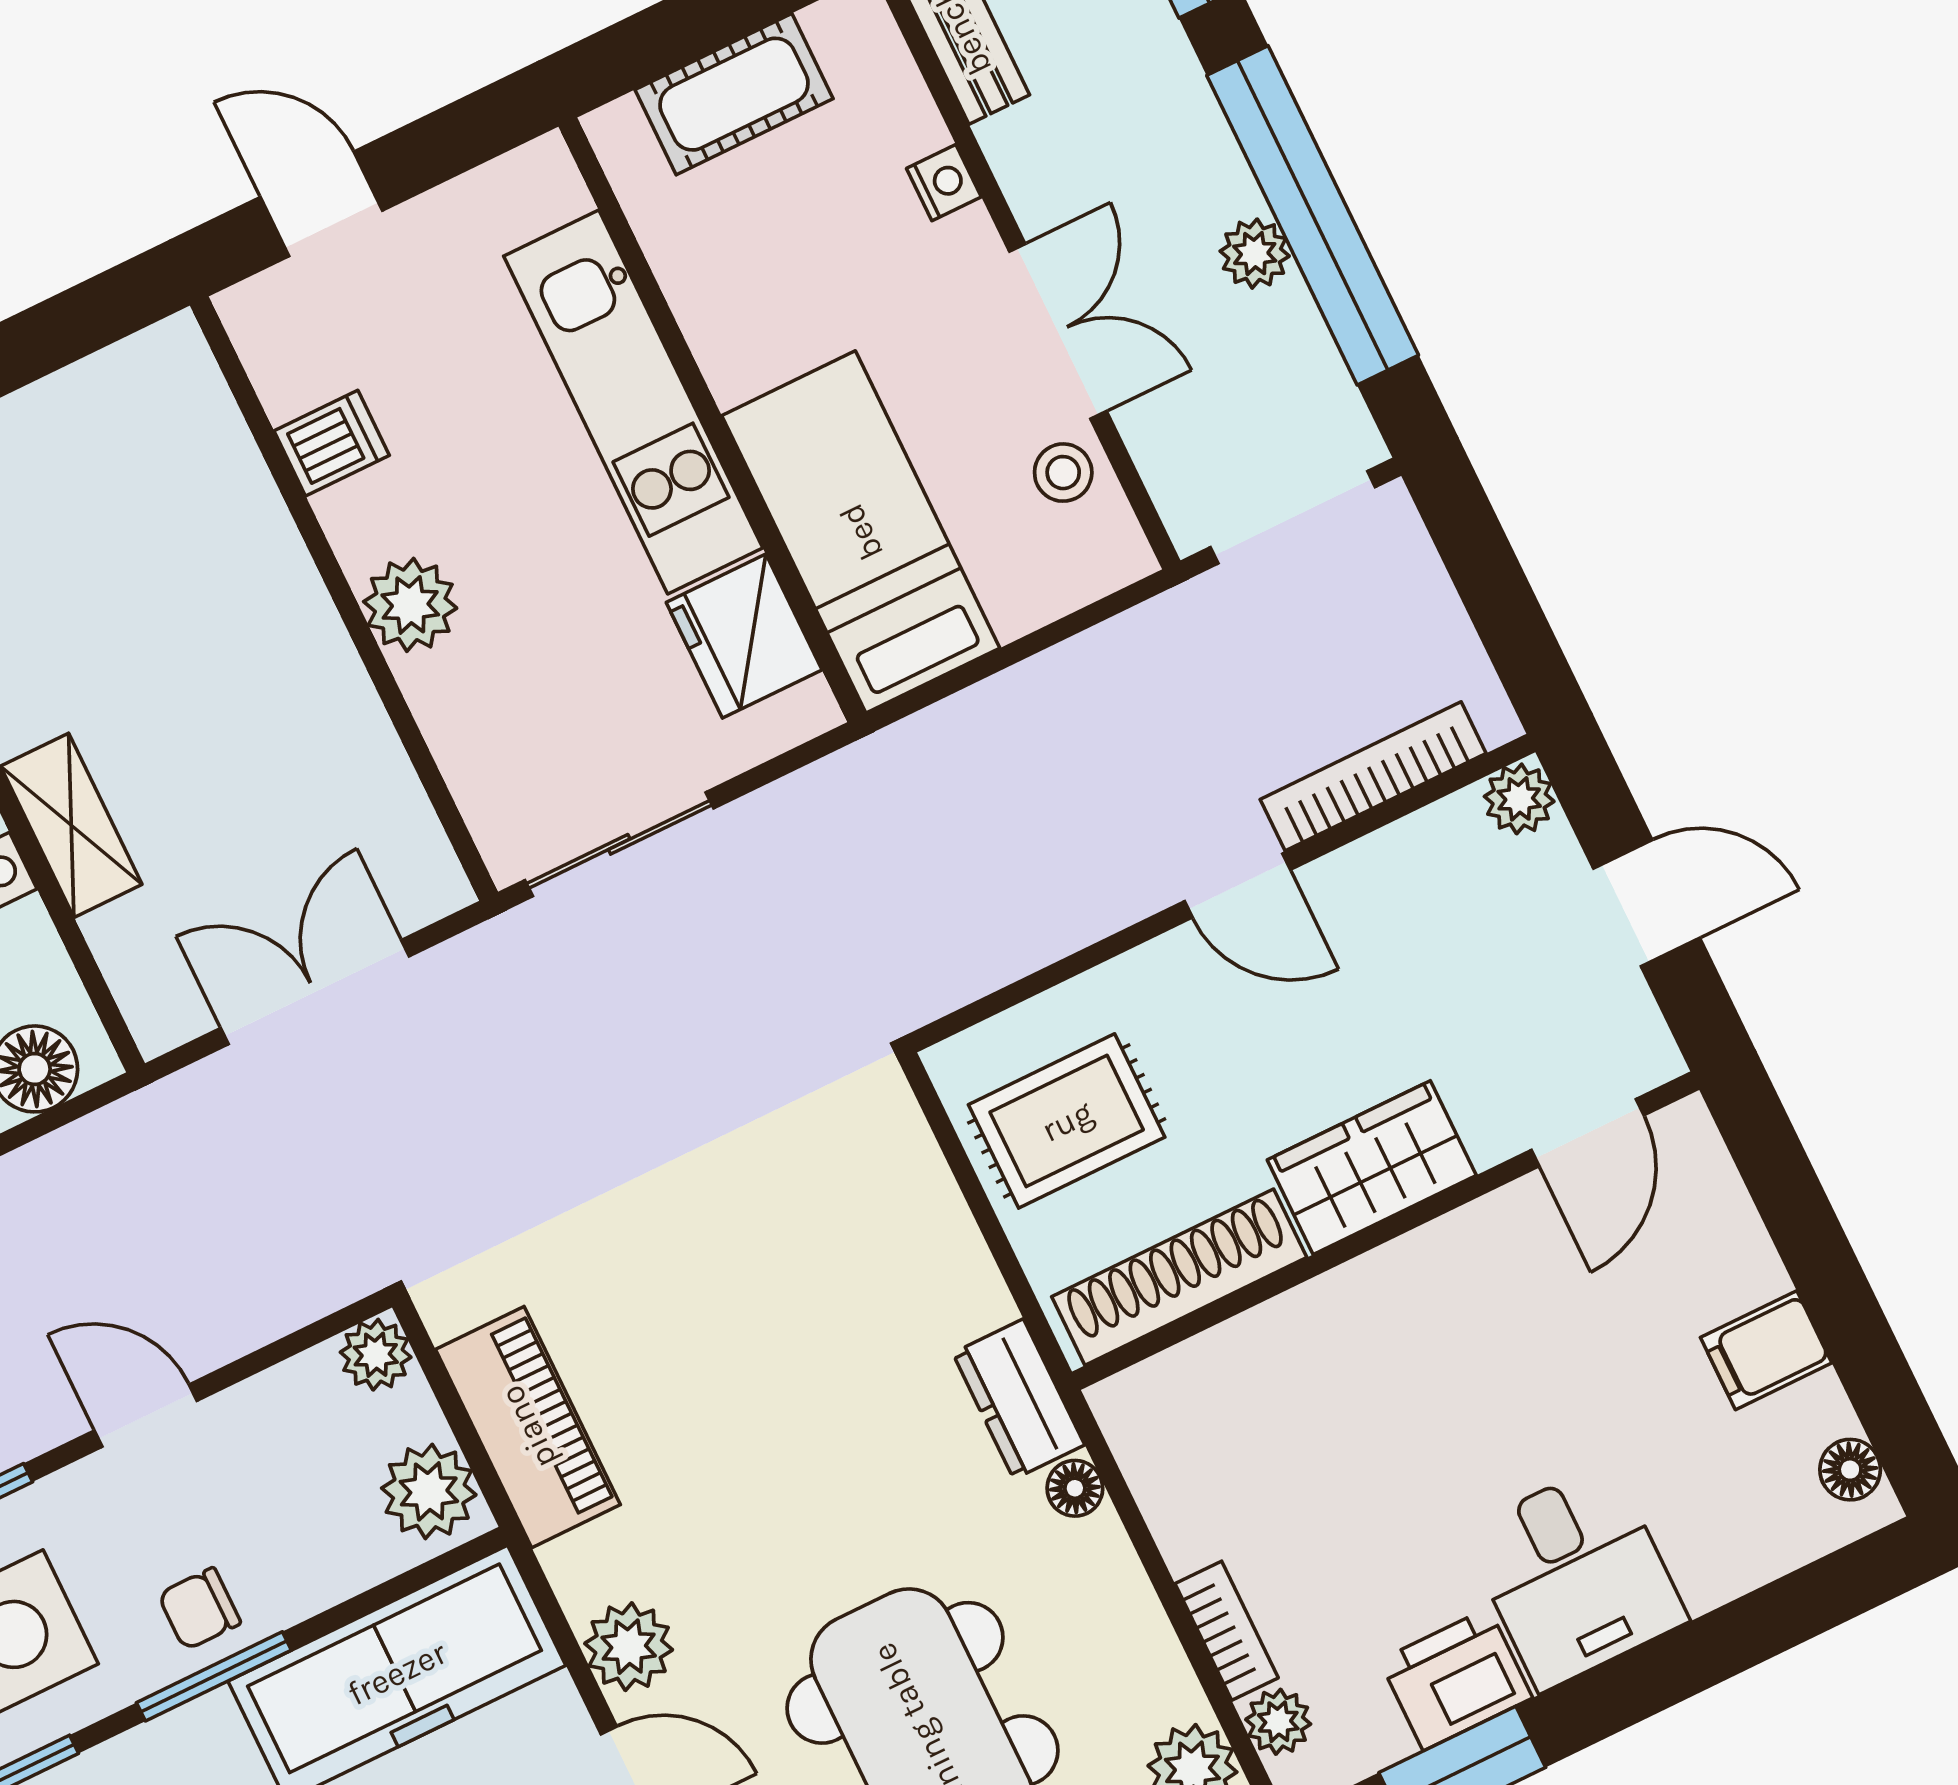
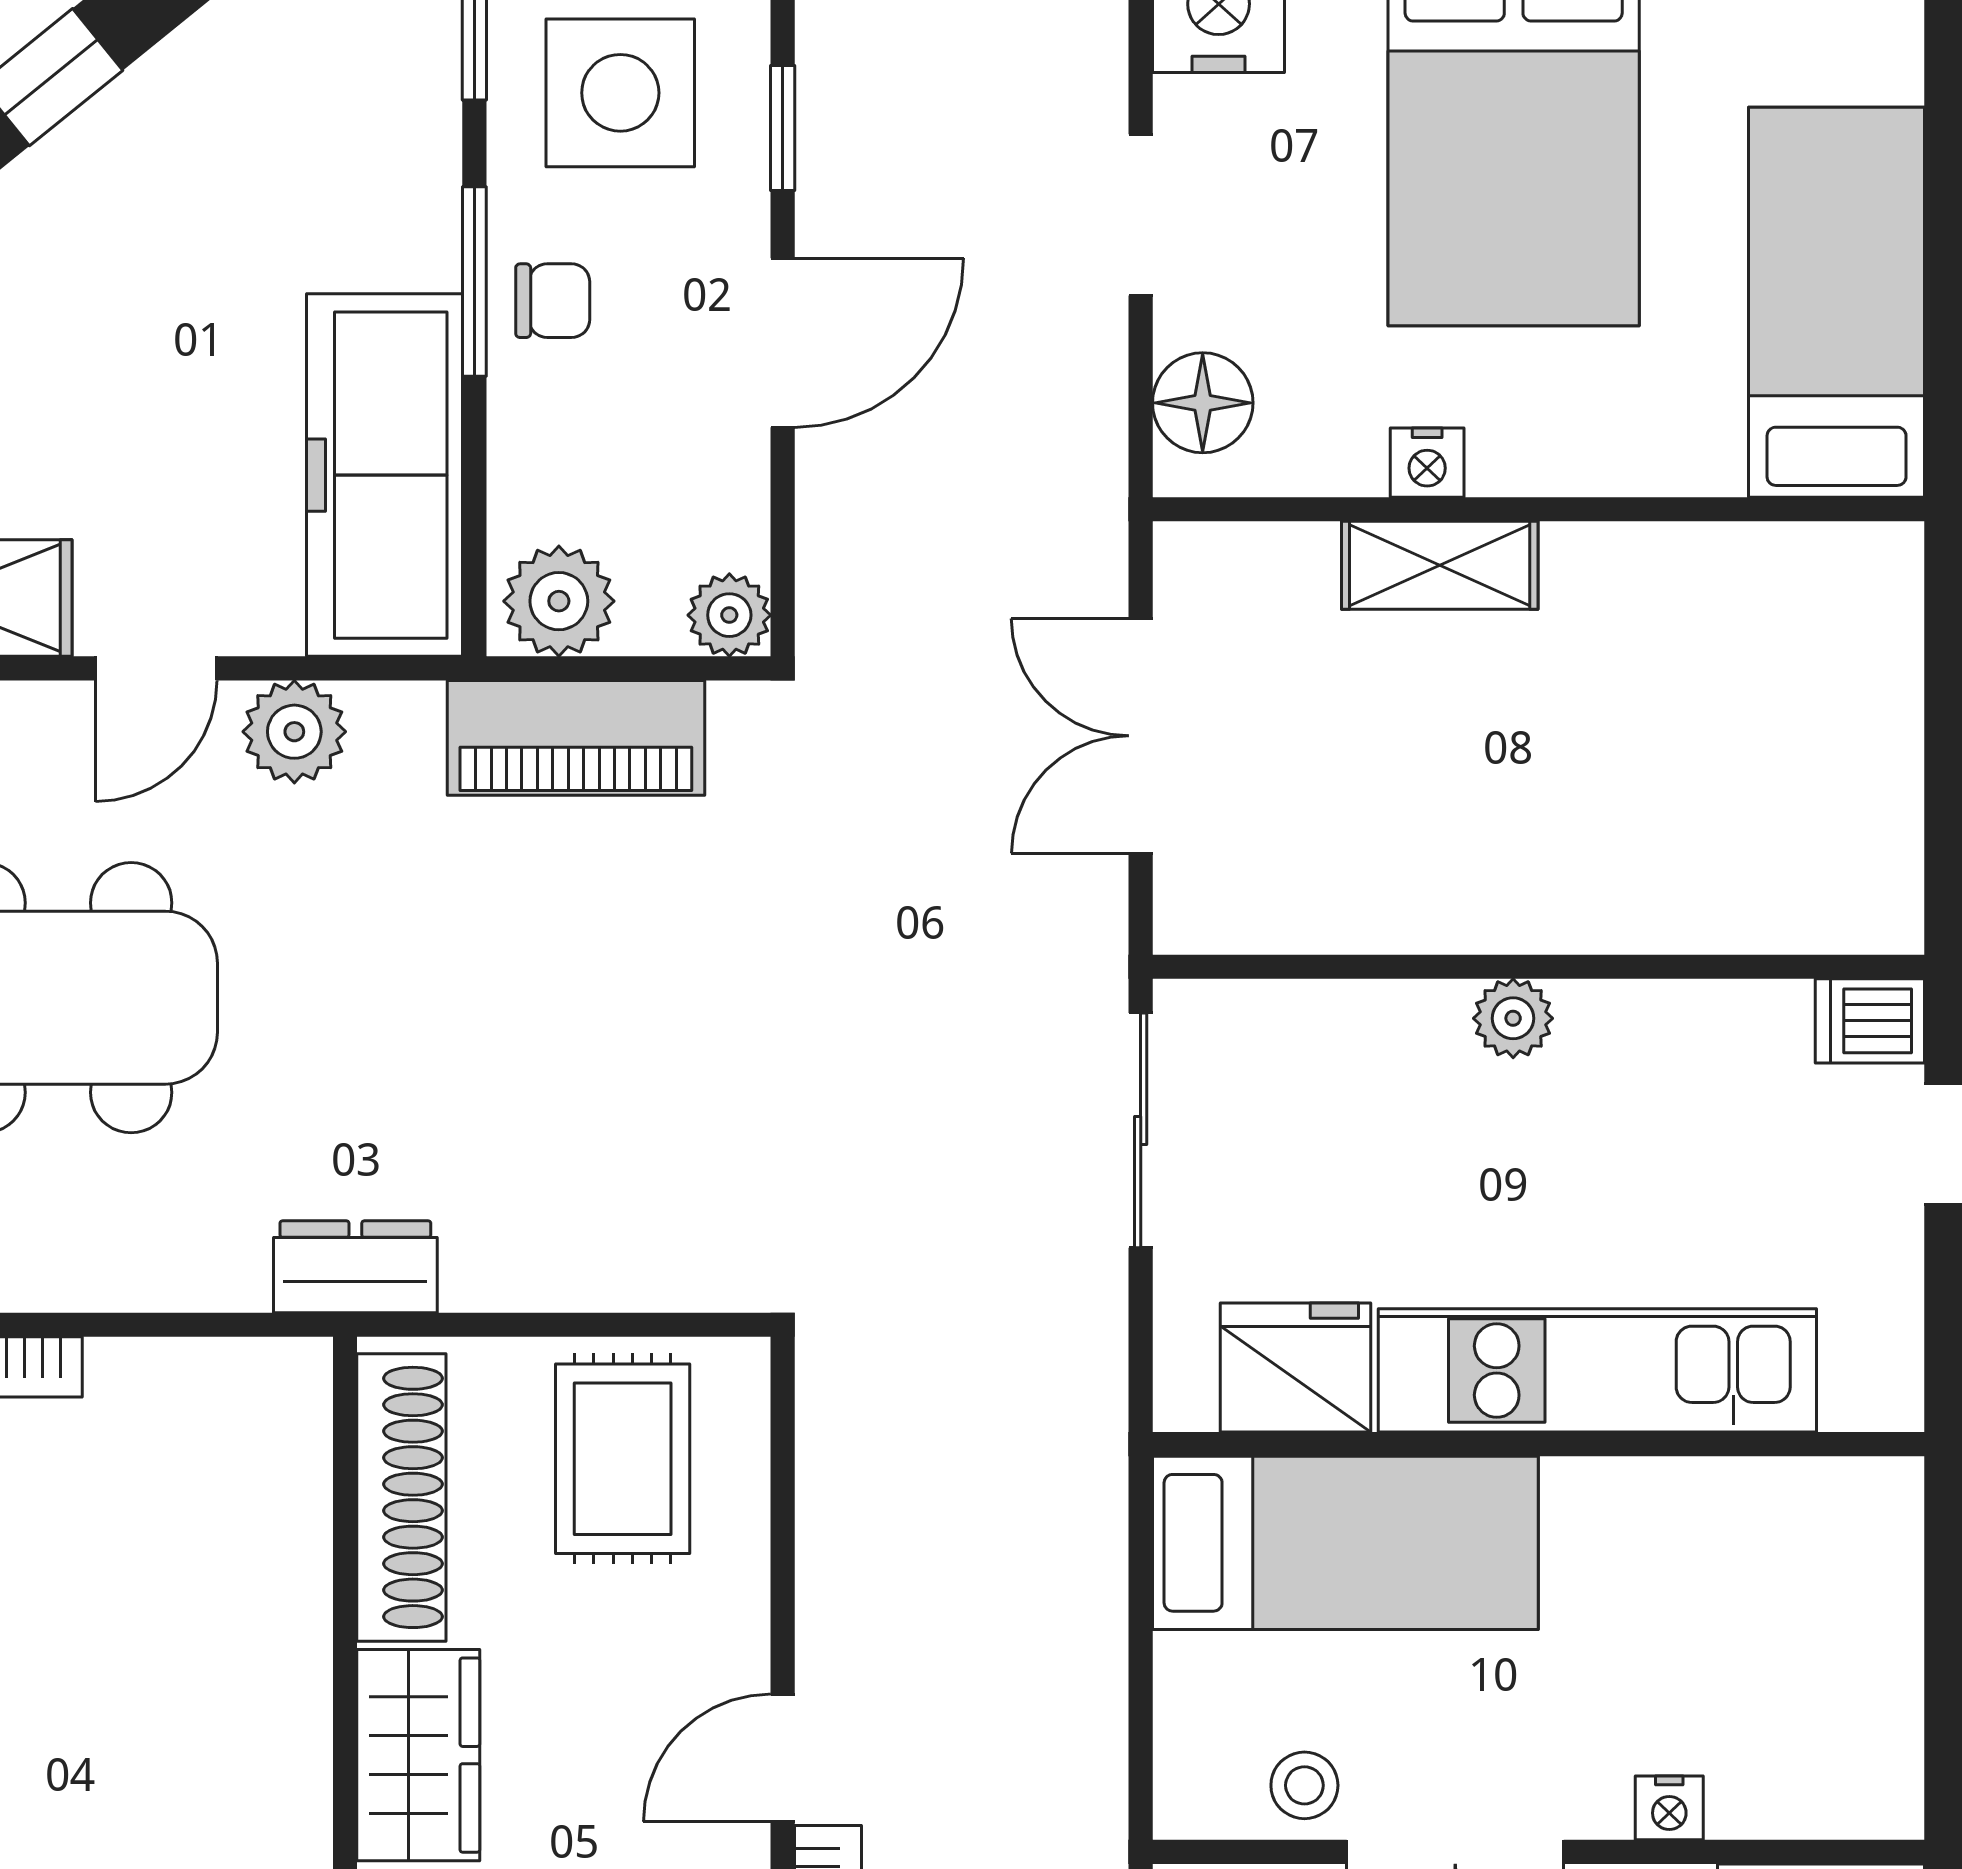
cot: (734, 94) -> (1869, 1633), removed
dishwasher: (332, 443) -> (1870, 1021), moved, turned 90
plant: (410, 605) -> (1513, 1018), width x0.73, depth x0.73
double door: (315, 992) -> (1141, 736), swing flipped
door: (146, 1416) -> (783, 343), width x1.38
floor lamp: (1075, 1488) -> (233, 1280), removed
chair: (199, 1609) -> (553, 301), turned 90

